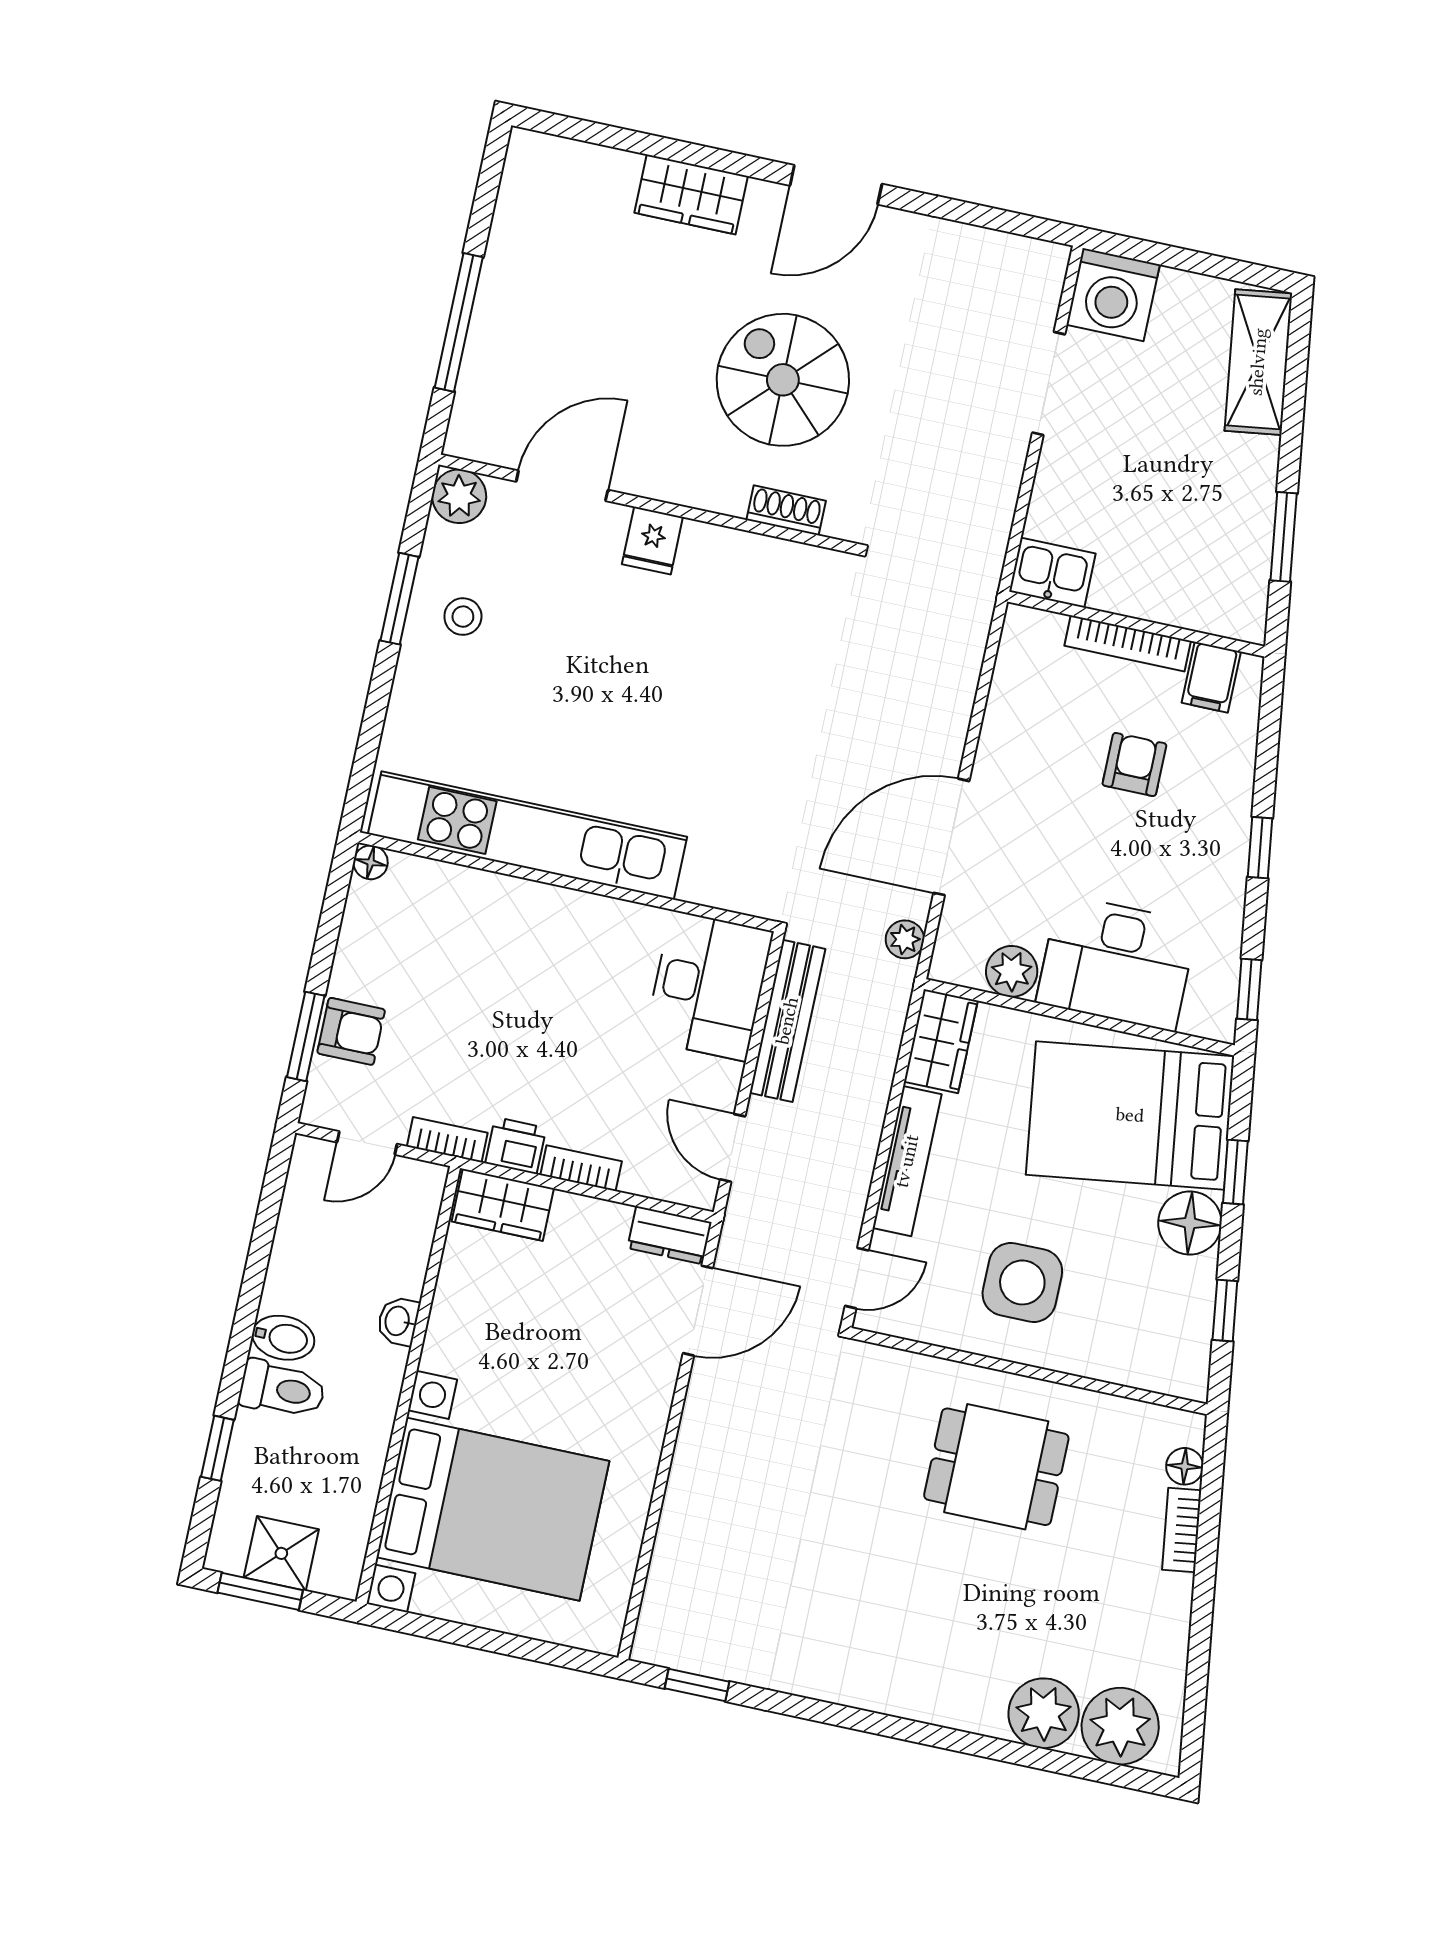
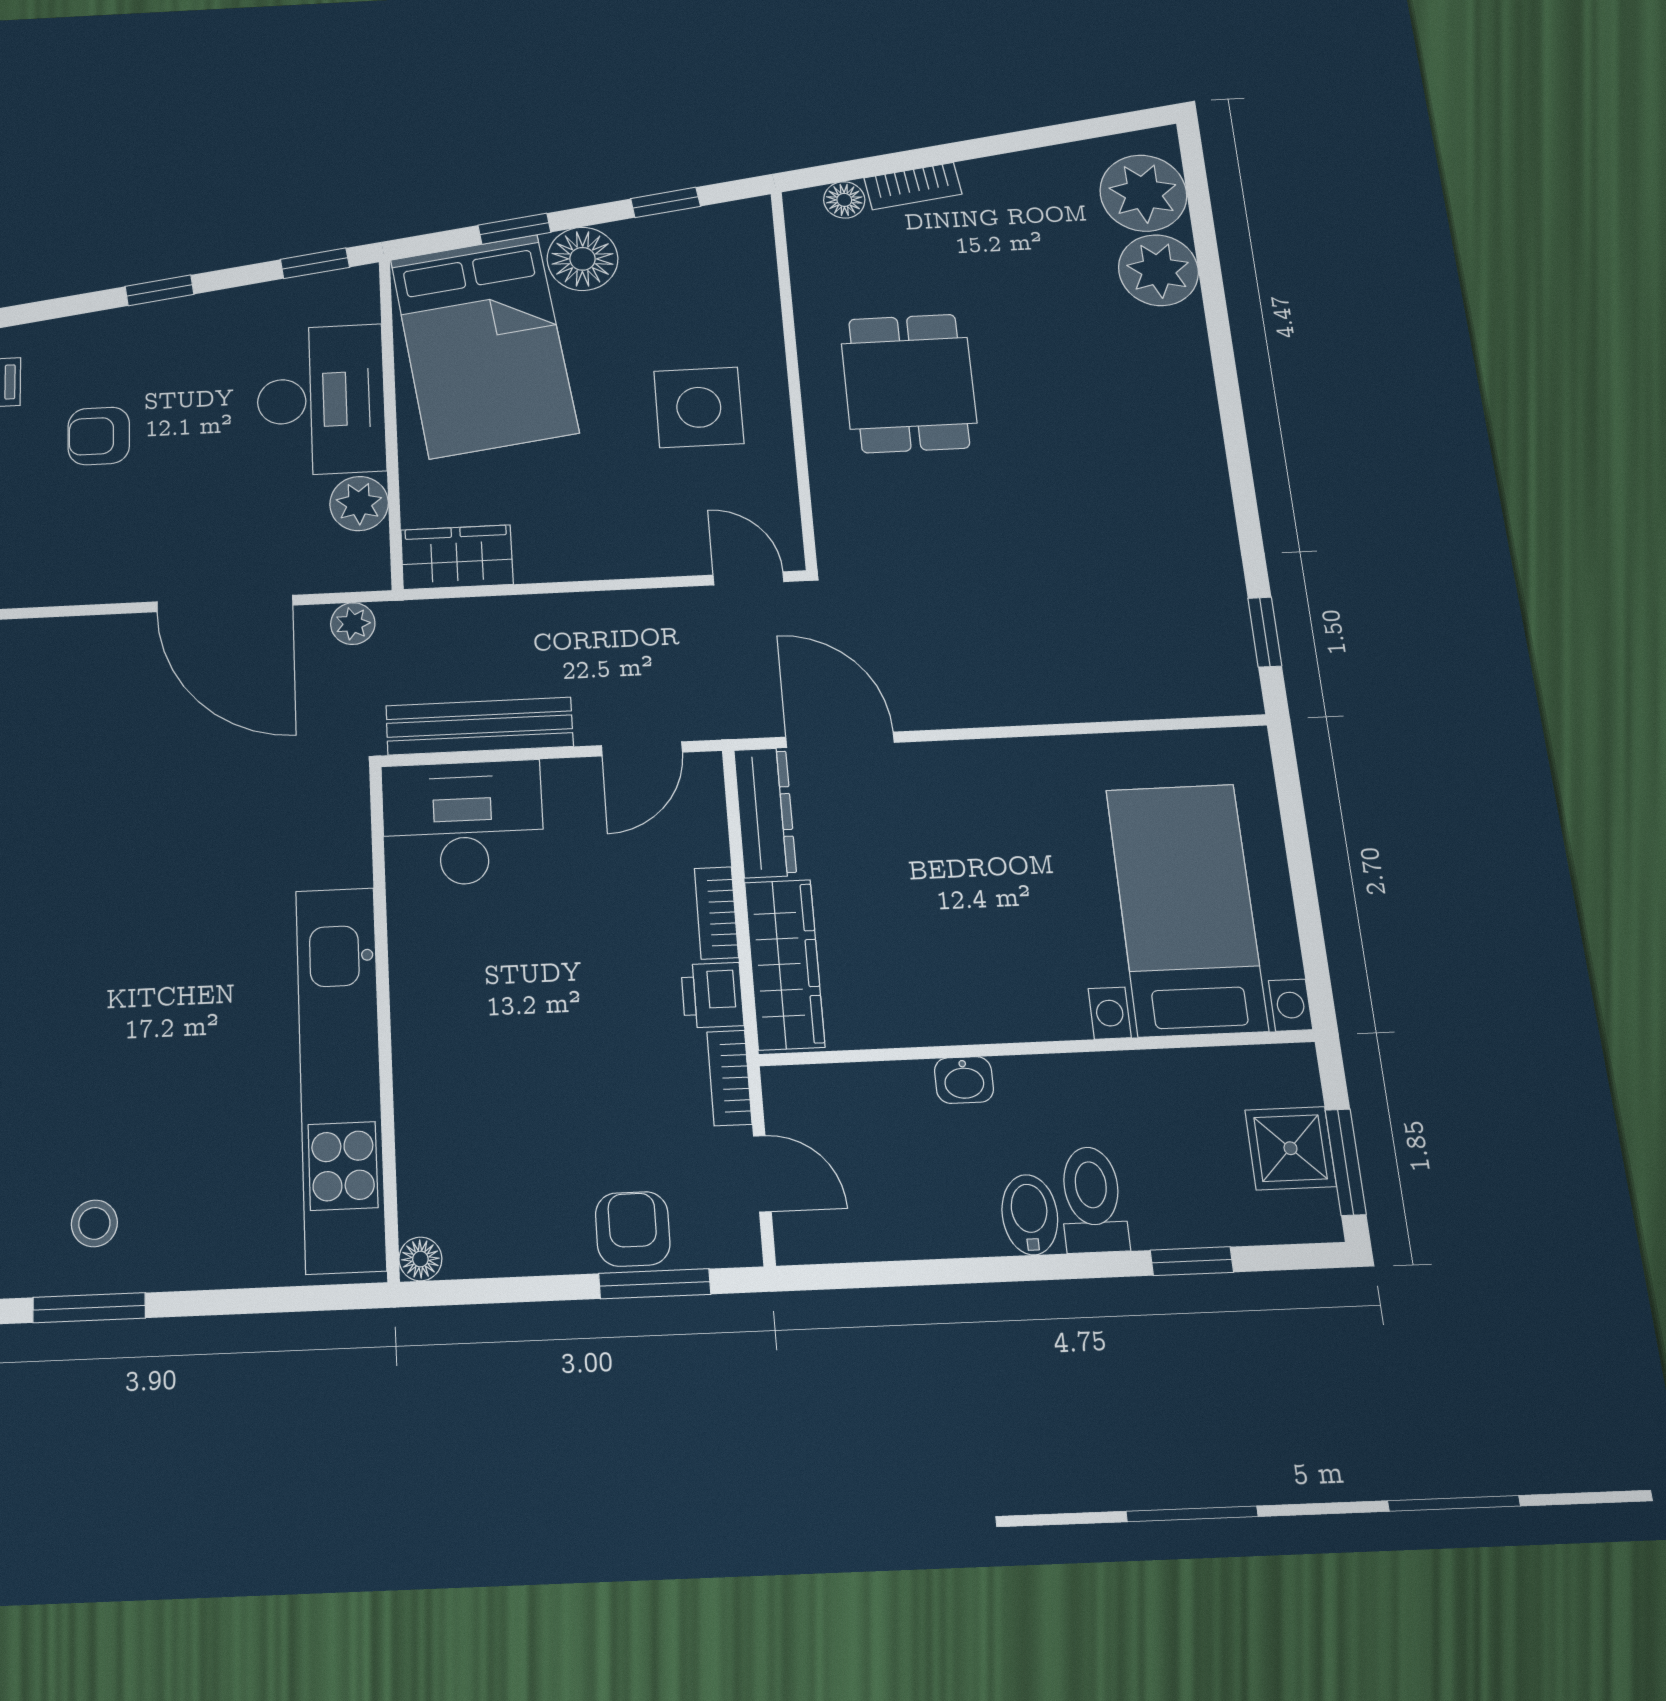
tv unit: (907, 1161) -> (601, 559), removed
wardrobe: (503, 1205) -> (785, 964), width x1.50
dresser: (670, 1235) -> (765, 812), width x1.44
bed with nightstands: (493, 1509) -> (1186, 909), width x0.73

